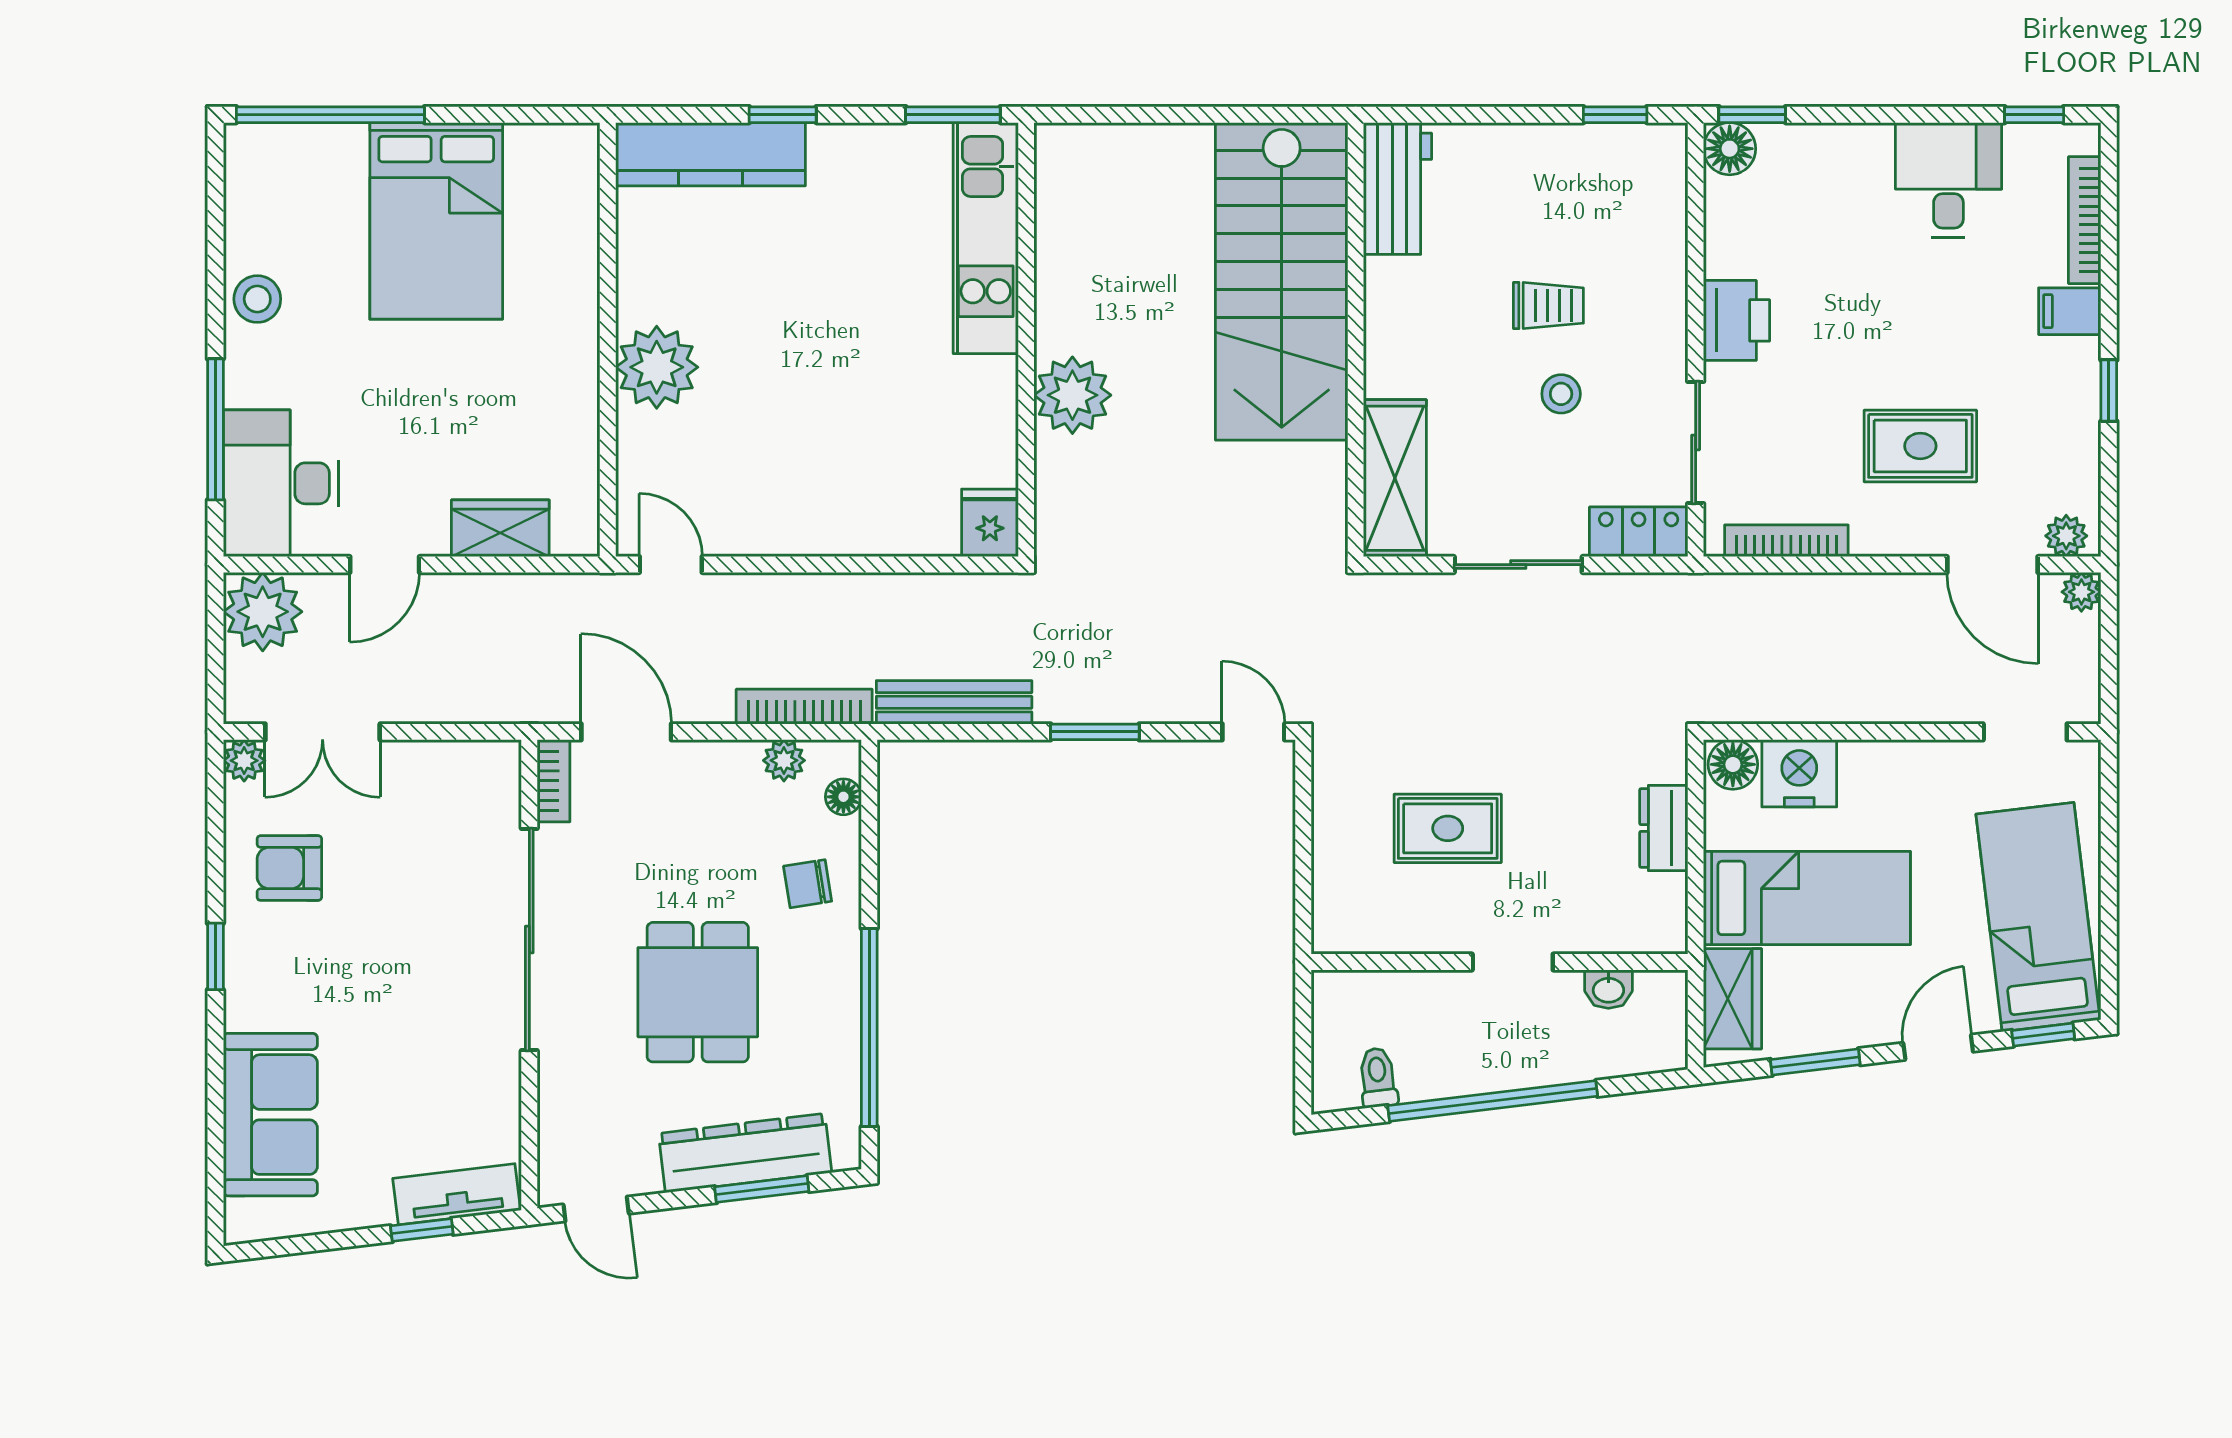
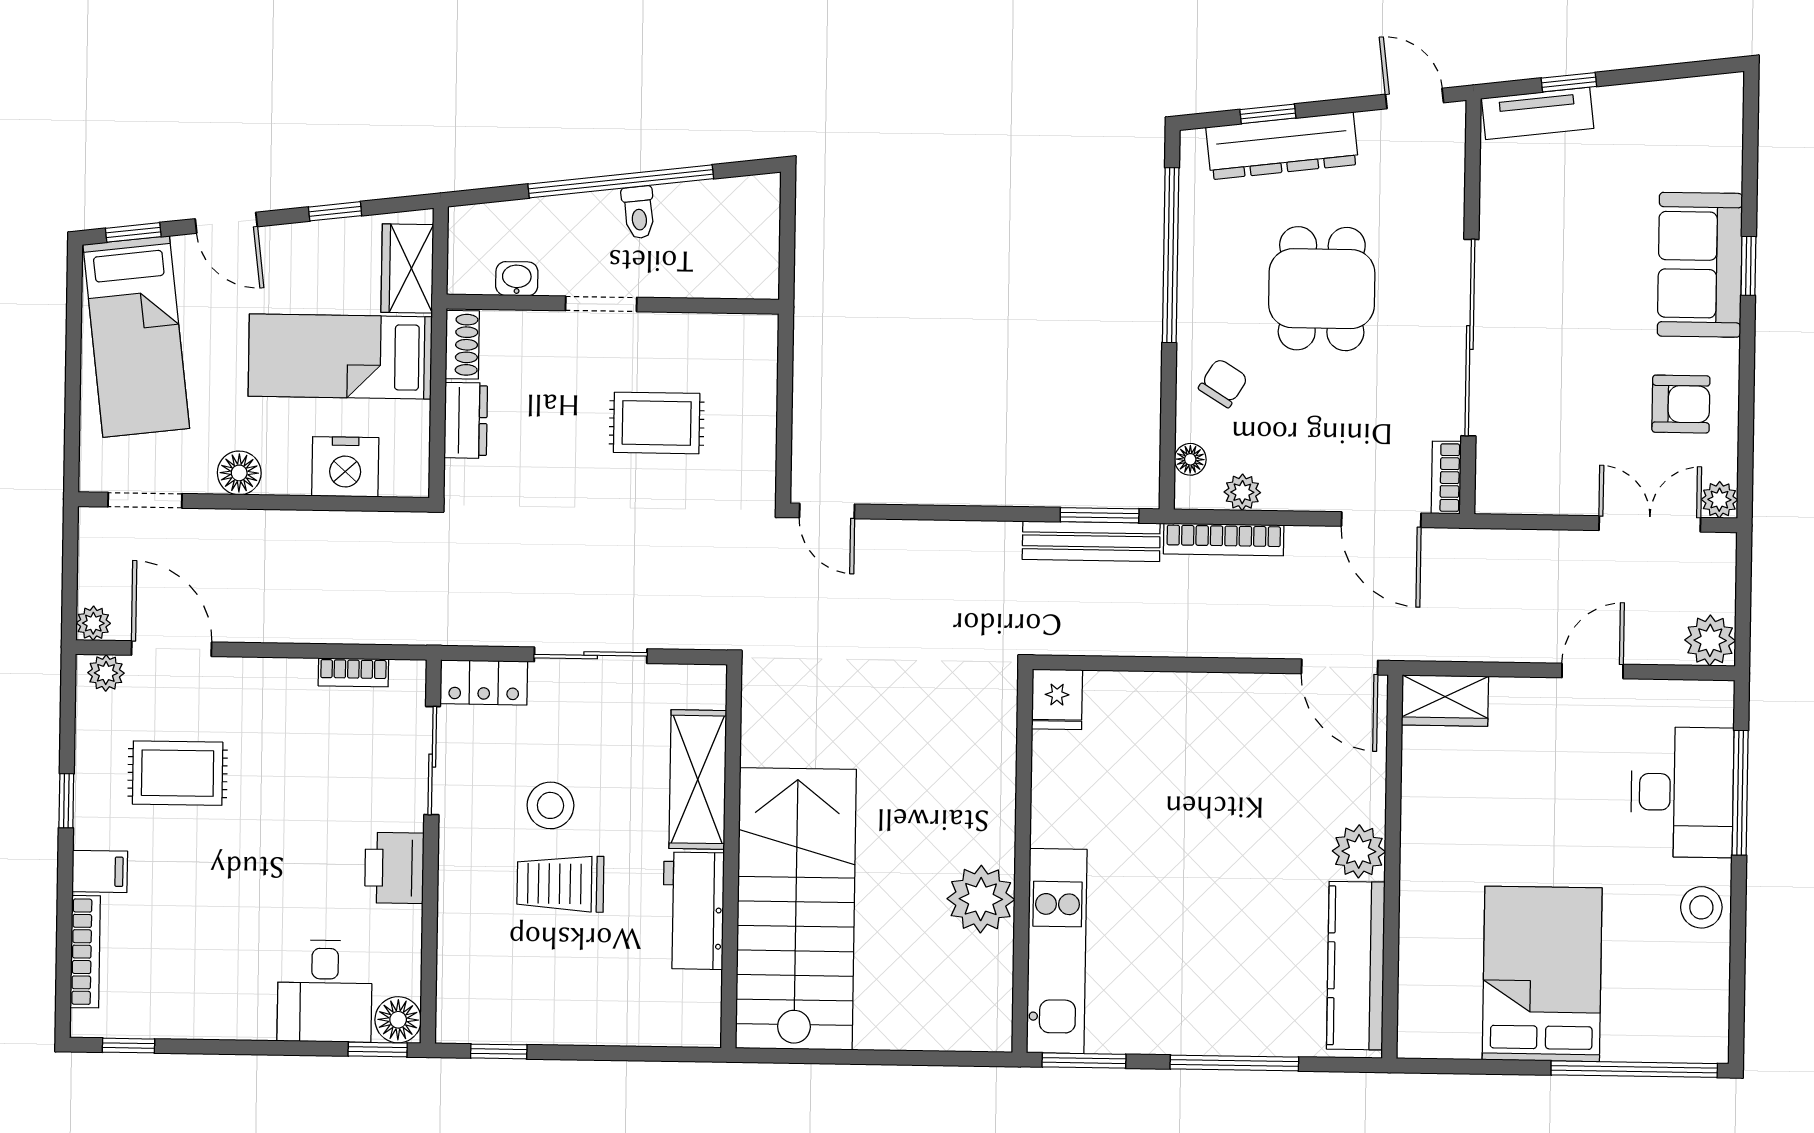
window: (783, 115) -> (1234, 1063), width x2.17
kitchen counter: (711, 154) -> (1356, 966), moved, turned -90
desk: (1948, 180) -> (325, 991), moved
workbench: (1398, 188) -> (693, 911), moved
trolley: (1548, 306) -> (560, 884), width x1.36, depth x1.39
plant: (657, 367) -> (1359, 851), width x0.73, depth x0.73
stool: (1561, 394) -> (550, 805), width x1.37, depth x1.37
plant: (1072, 395) -> (981, 899), moved
rug: (1920, 446) -> (178, 773), moved
shelving: (1395, 478) -> (698, 779), moved
desk: (281, 483) -> (1682, 792), moved
wardrobe: (500, 528) -> (1445, 701), moved
bookcase: (1786, 541) -> (353, 672), width x0.64
door: (671, 565) -> (1340, 667), width x1.38
plant: (263, 612) -> (1710, 640), width x0.73, depth x0.73
window: (1095, 732) -> (1100, 515), moved
floor lamp: (1733, 764) -> (239, 473), moved
chair: (808, 884) -> (1223, 383), turned -49
shoe rack: (1669, 913) -> (462, 345), added
window: (215, 956) -> (1748, 266), moved
door: (1938, 1047) -> (226, 223), hinge flipped
window: (1815, 1062) -> (335, 211), width x0.67
toilet: (1378, 1078) -> (639, 212), moved
sofa: (270, 1115) -> (1700, 265), moved
window: (762, 1189) -> (1268, 114), width x0.67

